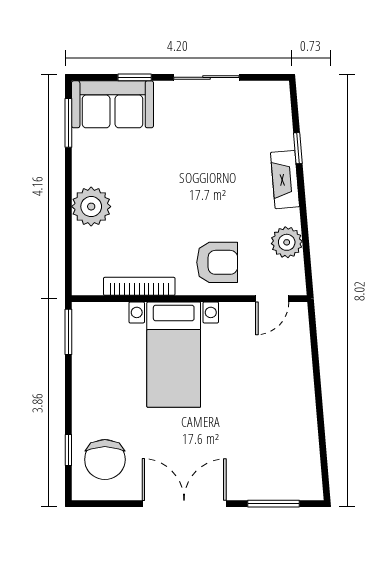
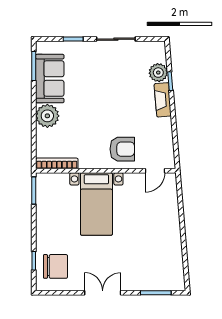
sofa: (113, 104) -> (50, 79), moved, turned -90
plant: (287, 242) -> (158, 73), moved
bookcase: (139, 286) -> (57, 163), moved
chair: (105, 460) -> (55, 266), turned -90
double door: (184, 504) -> (103, 293), width x0.73

